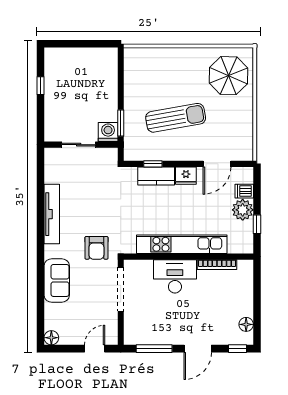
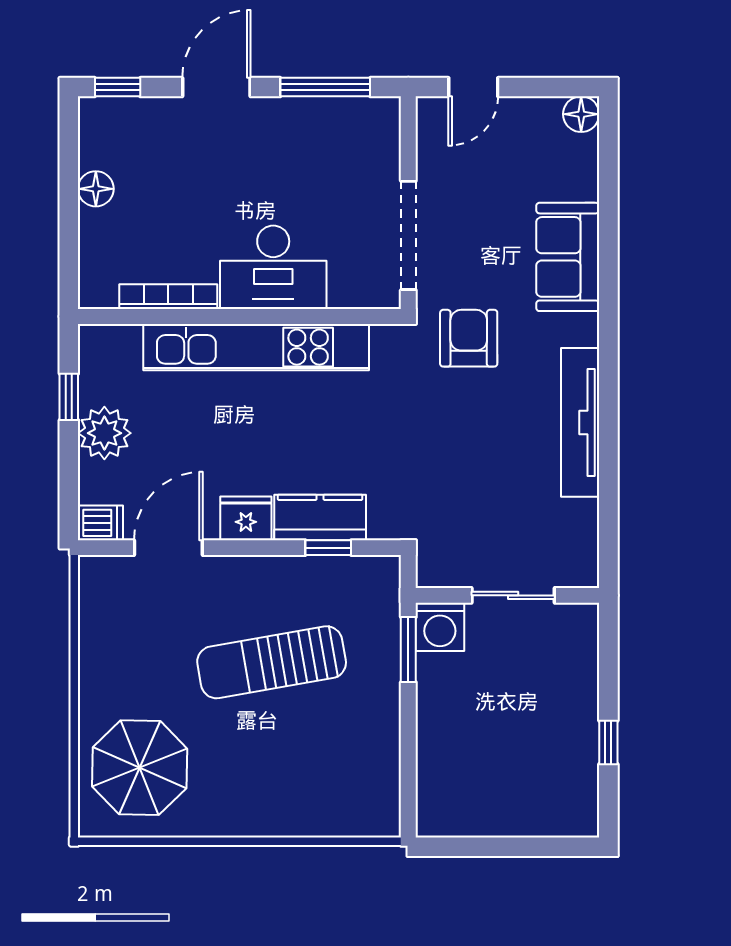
dishwasher: (244, 191) -> (100, 523), moved
floor lamp: (246, 324) -> (96, 189), moved

